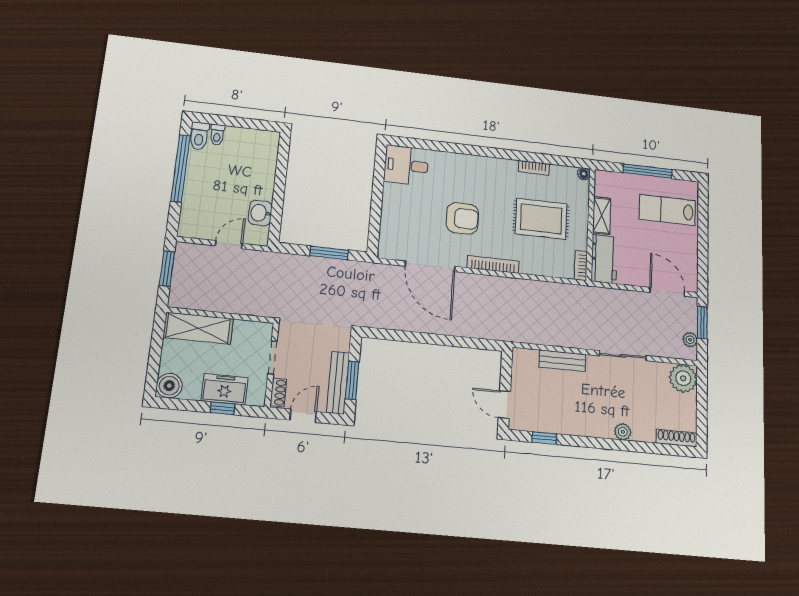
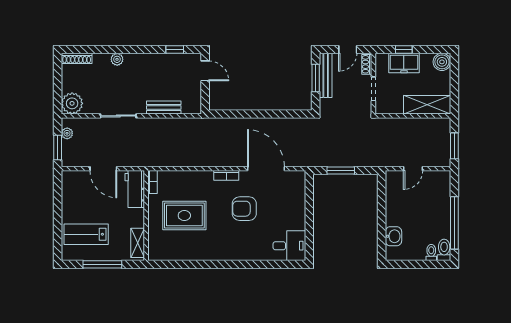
bookcase: (534, 168) -> (192, 256), removed
floor lamp: (584, 174) -> (153, 256), removed
lab bench: (667, 210) -> (86, 234), turned 180
washbasin: (260, 213) -> (393, 236), moved
shelving: (602, 216) -> (138, 243), moved
bookcase: (493, 264) -> (226, 175), width x0.64
door: (667, 292) -> (103, 169), moved

